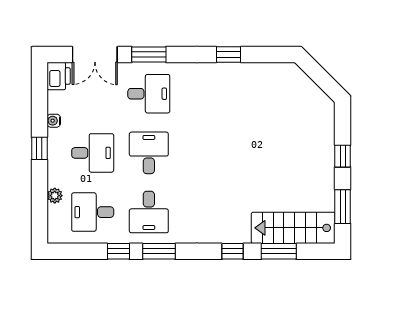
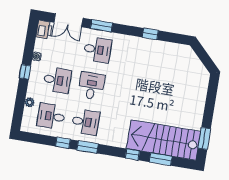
window: (343, 156) -> (209, 108), removed
desk: (149, 212) -> (85, 122), turned -90
stairs: (293, 228) -> (163, 140), width x1.36, depth x1.51

